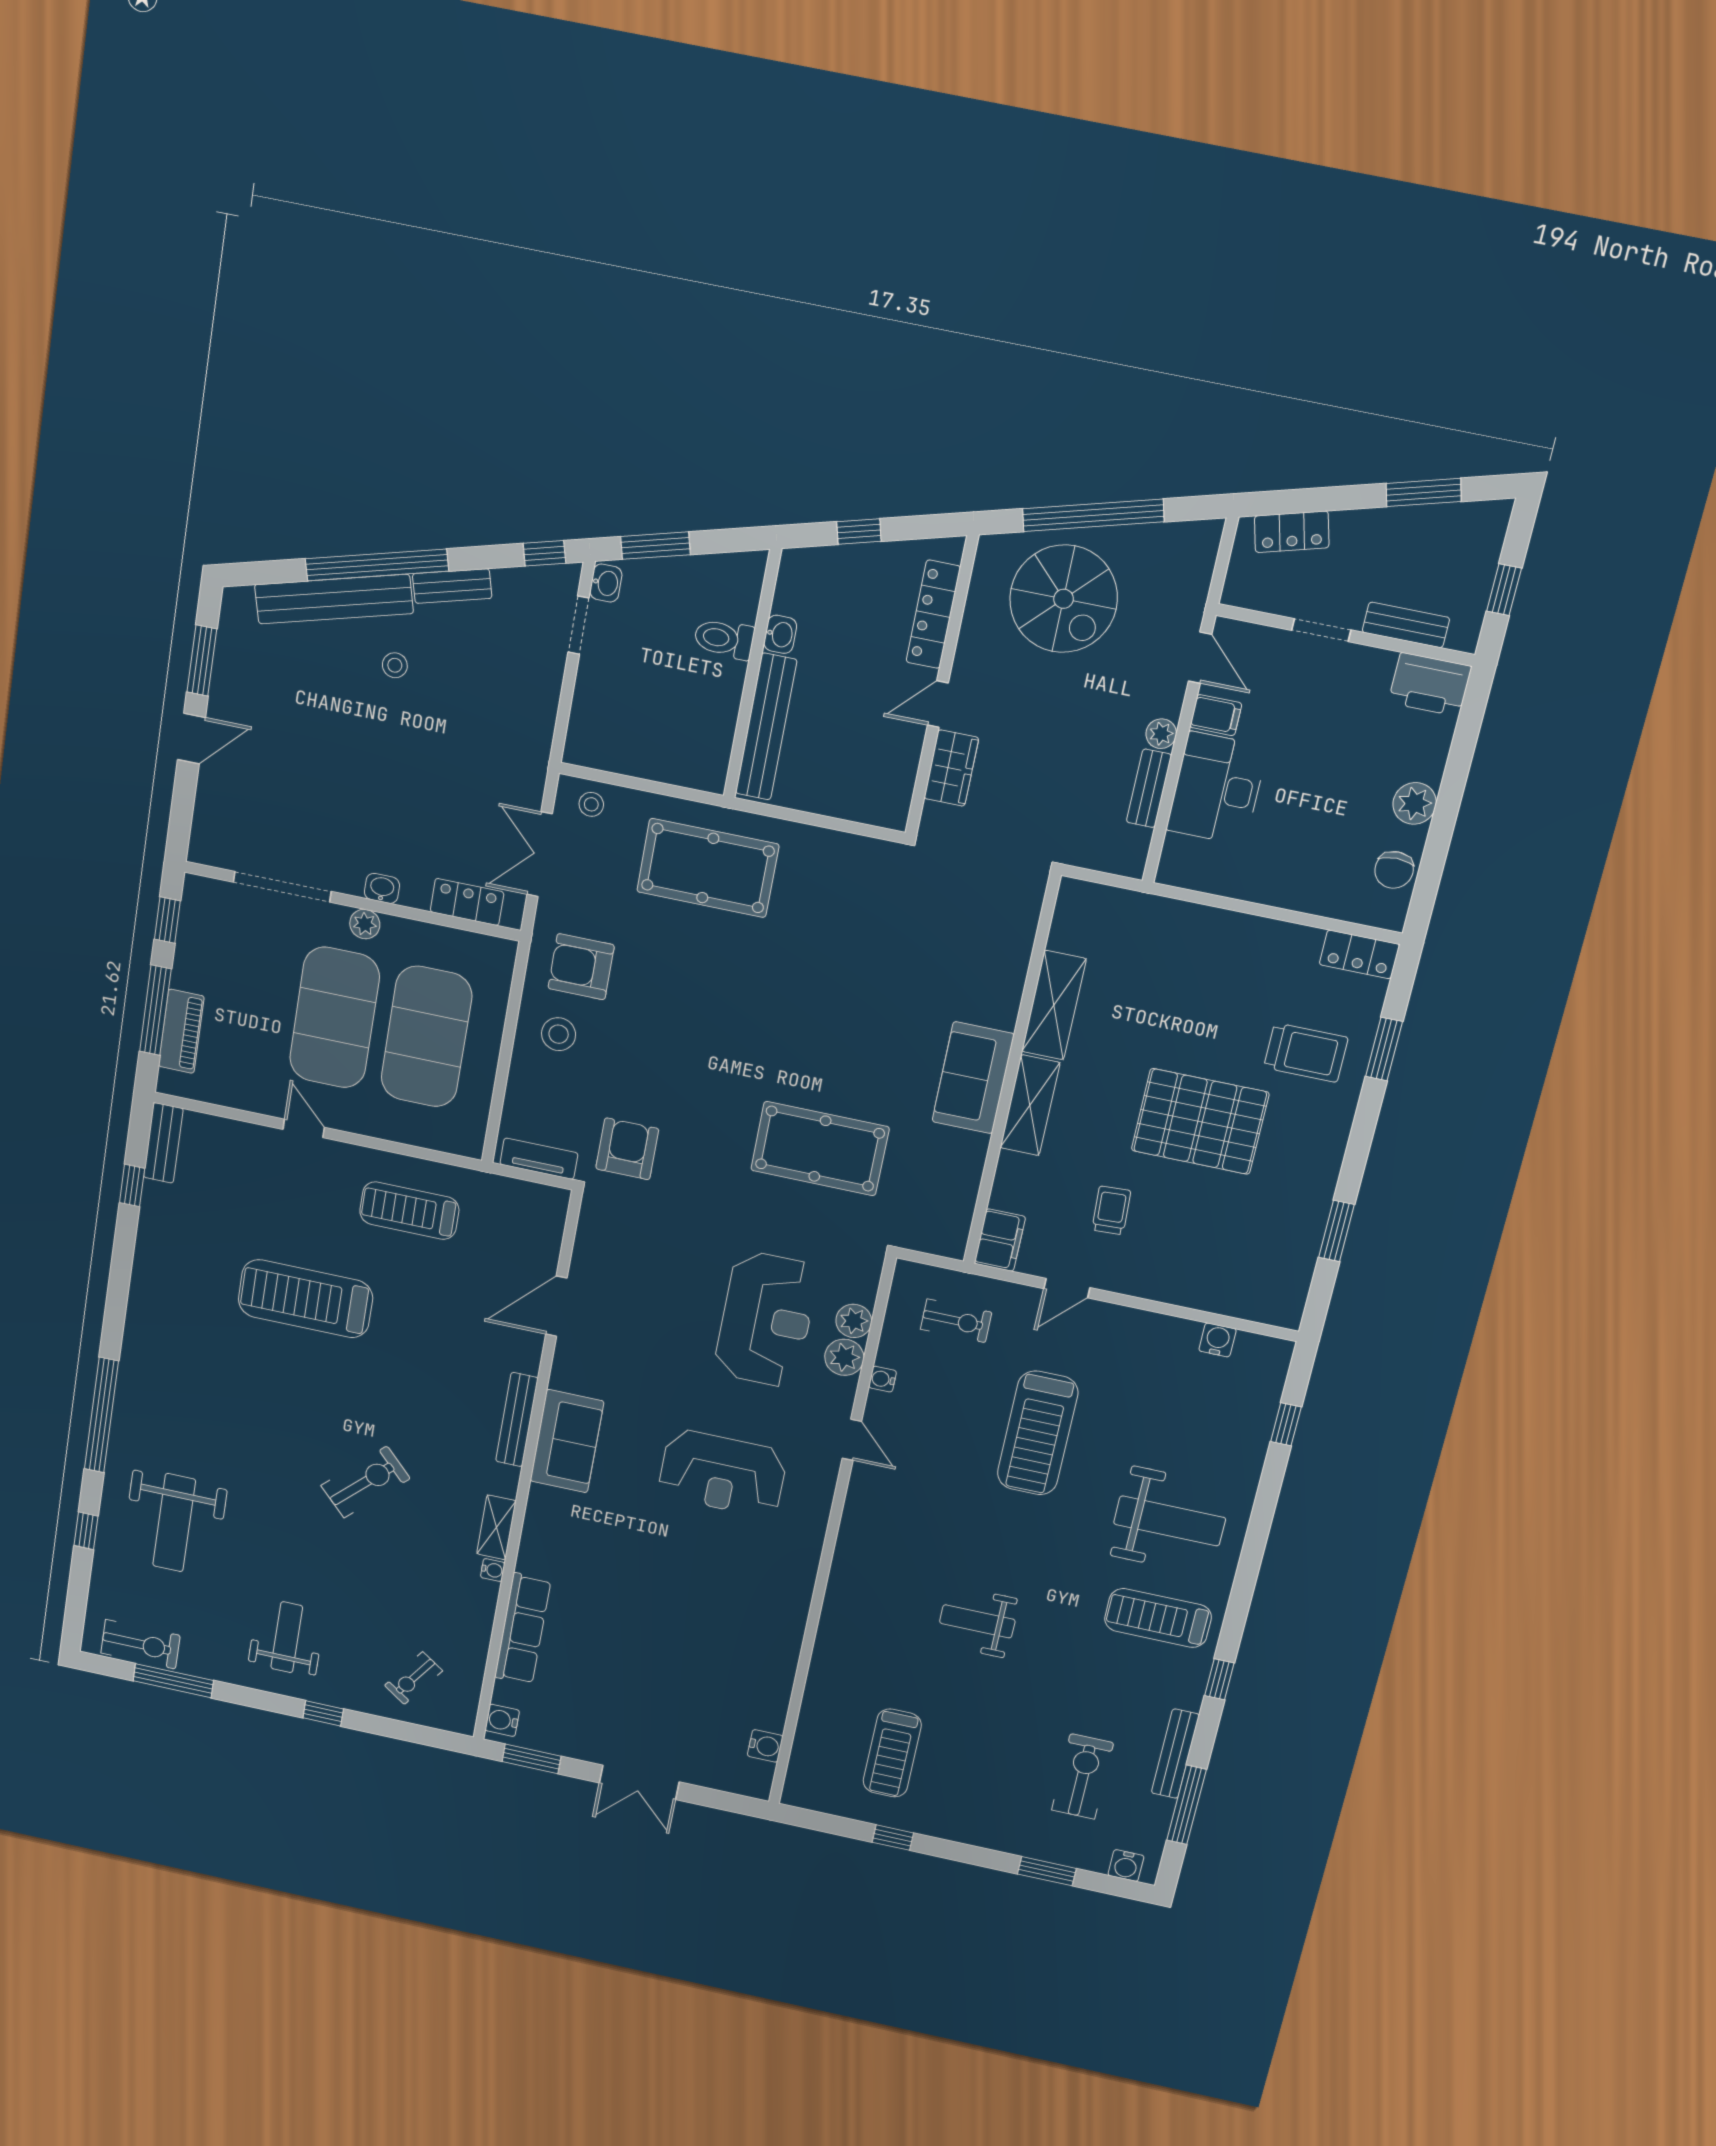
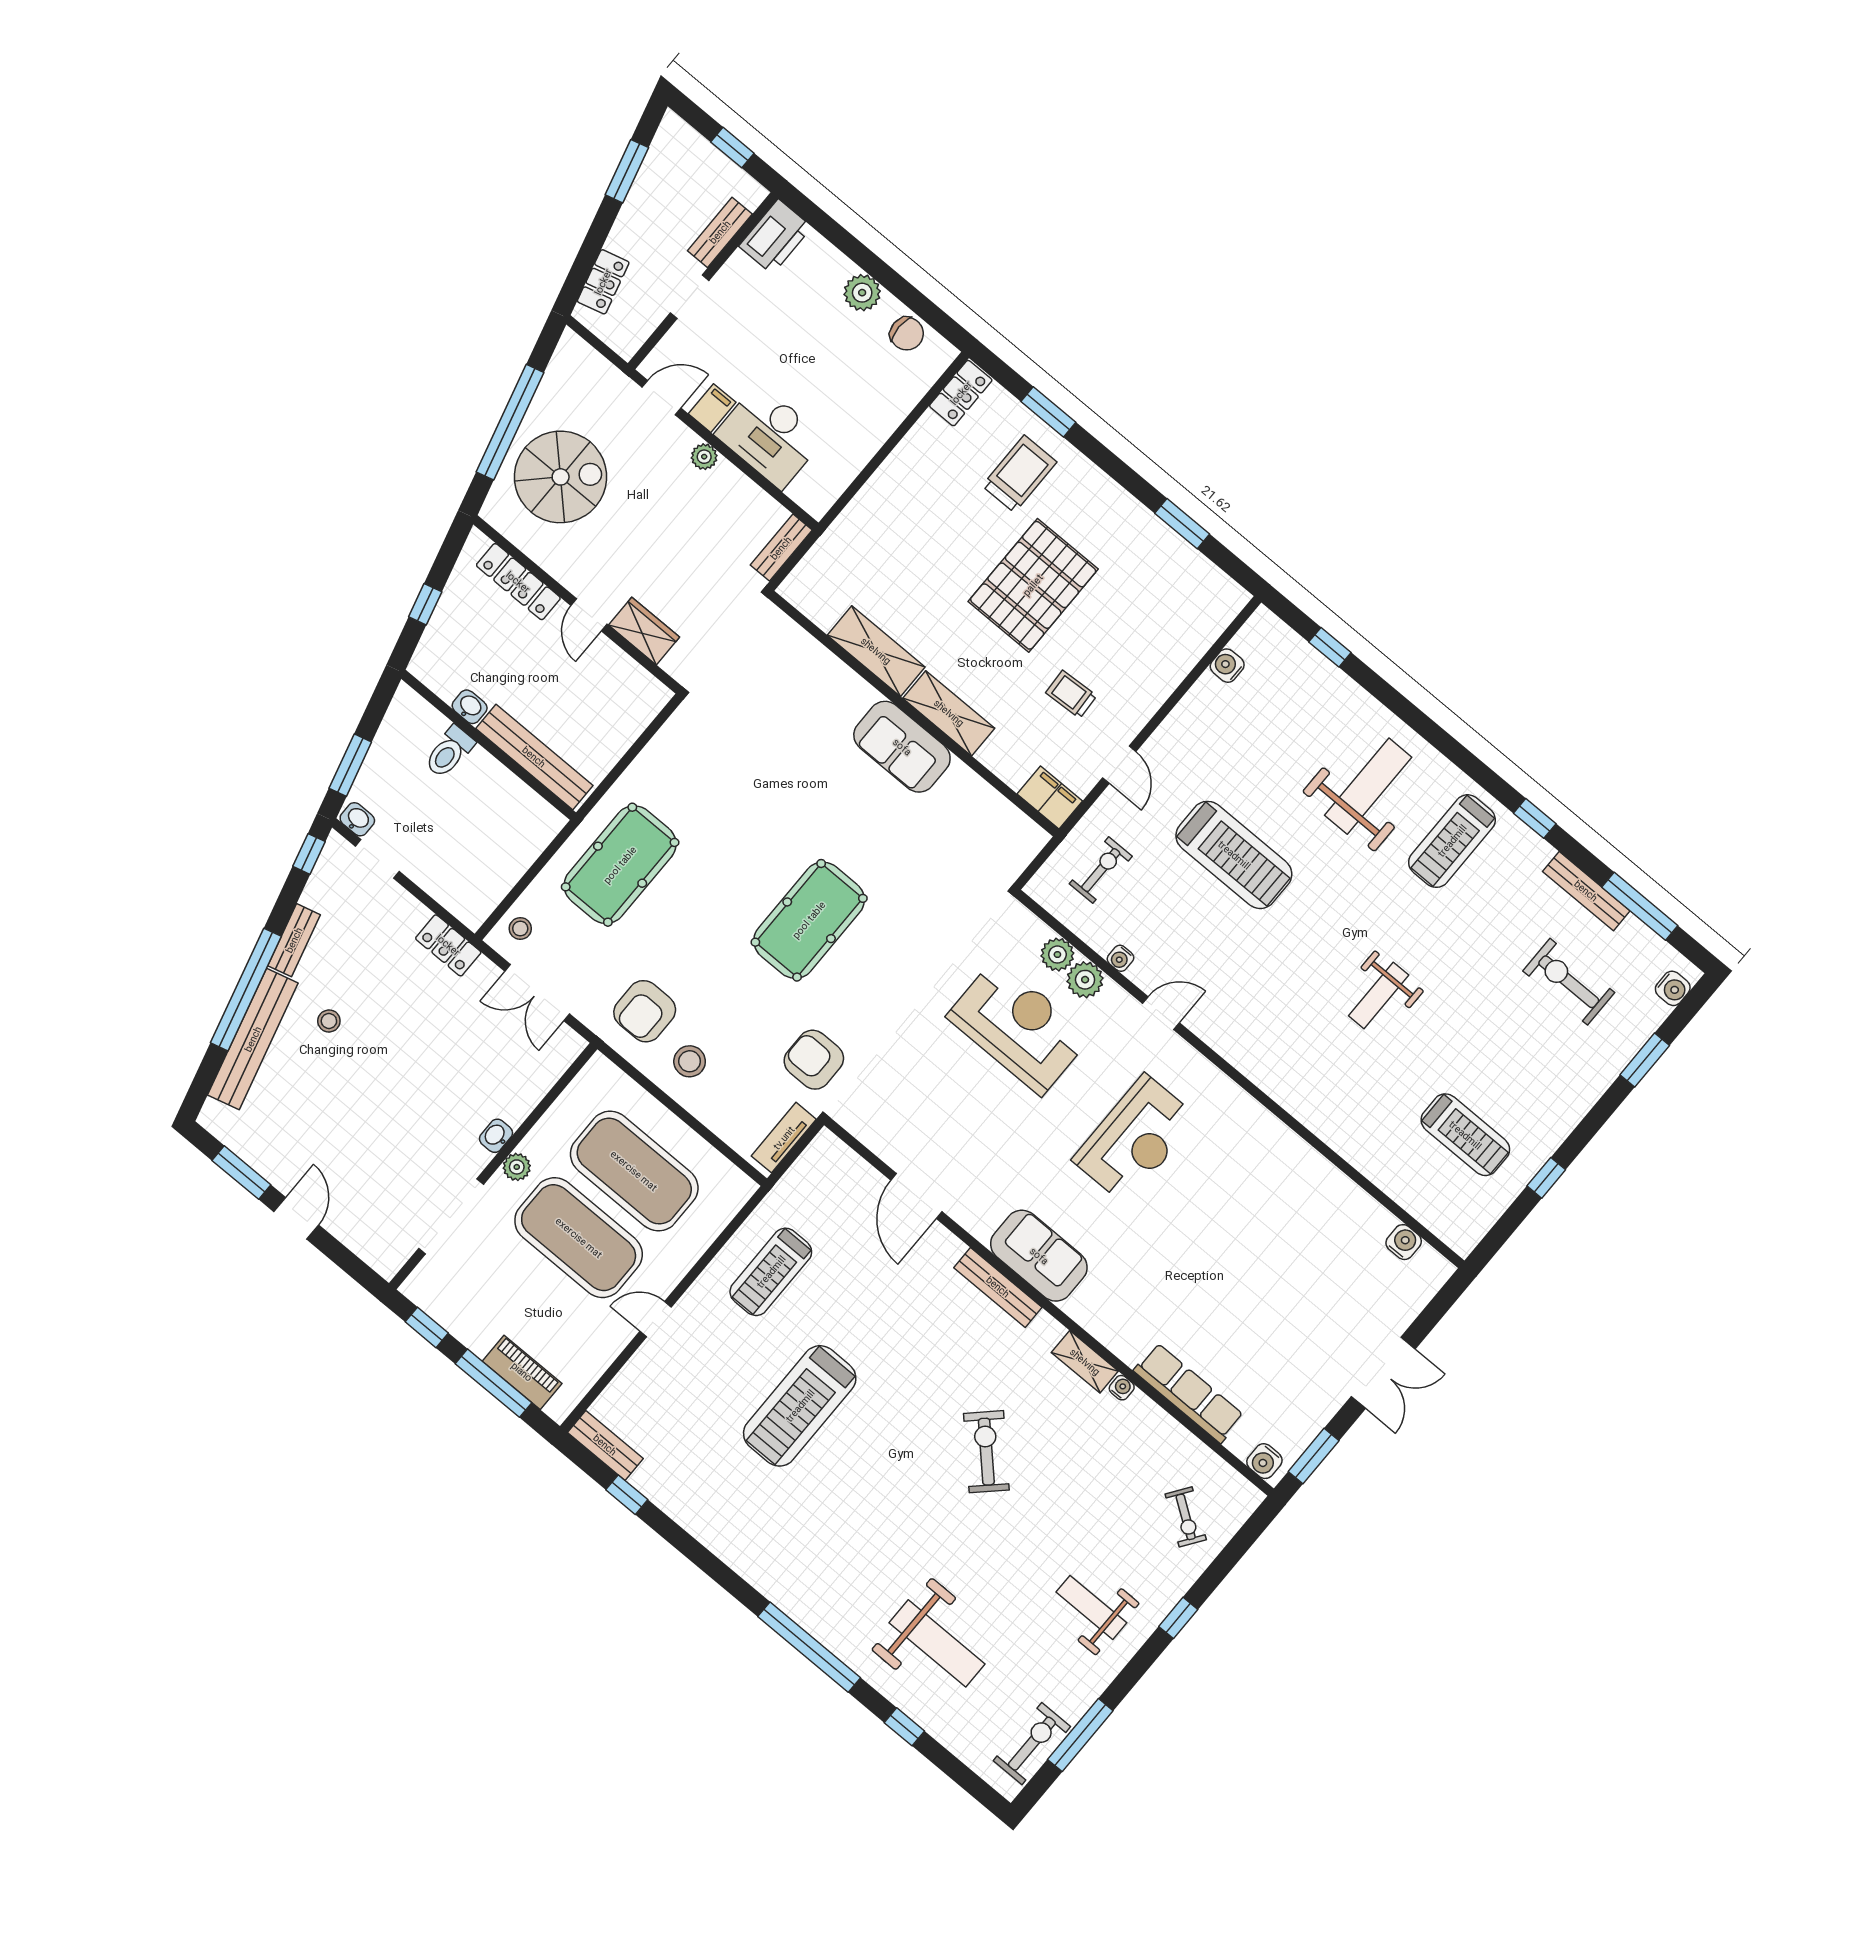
bench: (1149, 788) -> (781, 548), moved, turned 90
locker: (467, 902) -> (448, 945), moved, turned -90
pool table: (820, 1149) -> (809, 920), moved

